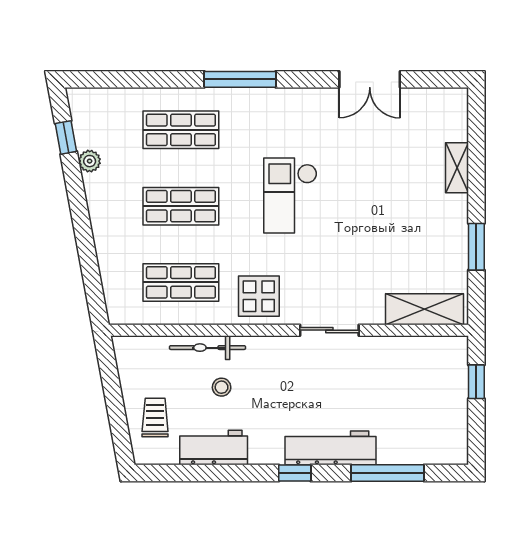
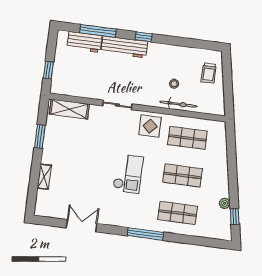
workbench: (214, 448) -> (84, 42), moved

